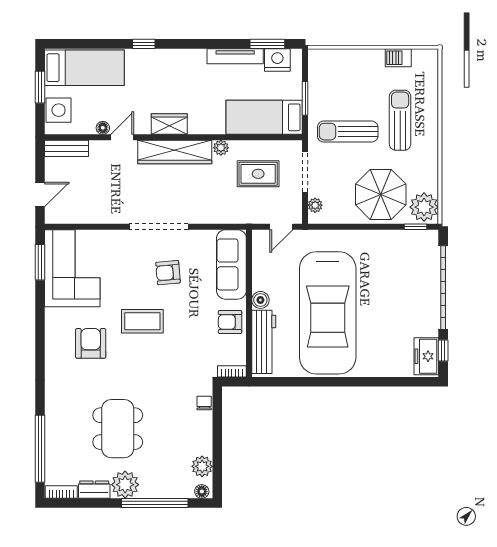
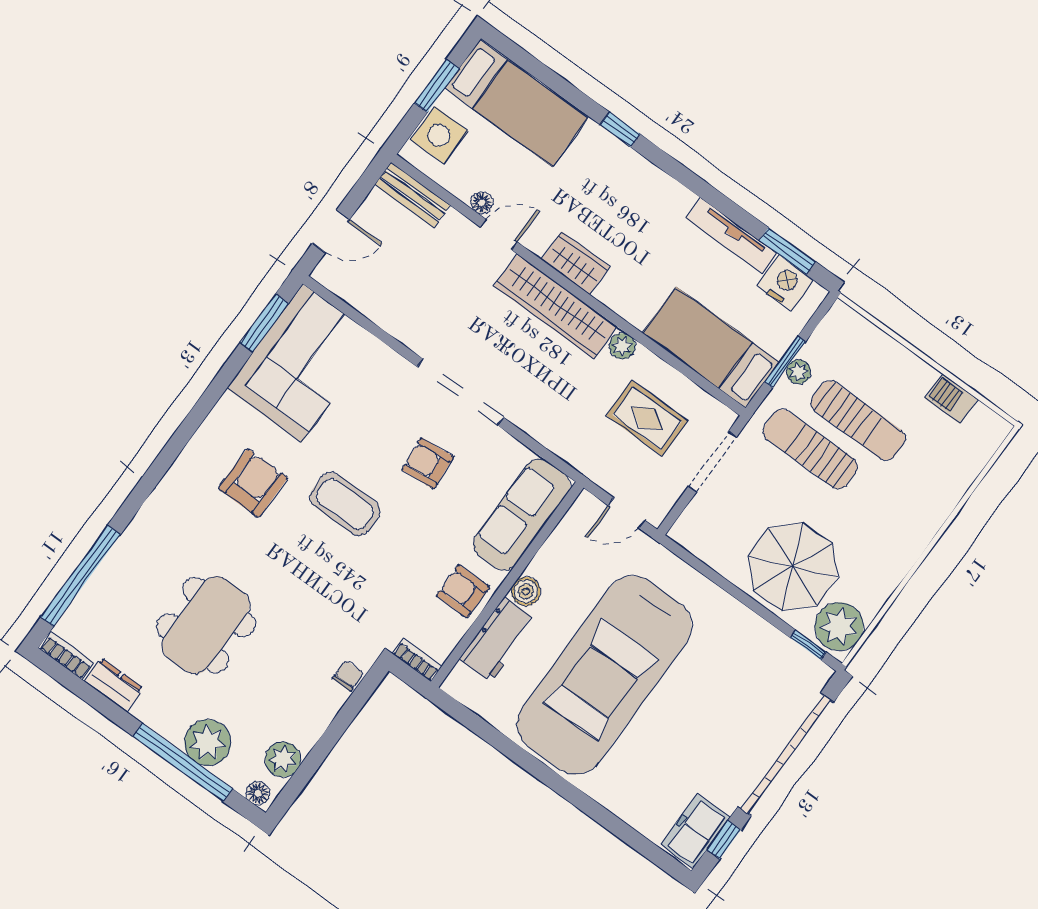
sun lounger: (400, 120) -> (858, 421), moved, turned 90
plant: (315, 205) -> (799, 372), moved
workbench: (264, 342) -> (498, 640), width x0.73
plant: (125, 485) -> (208, 742), moved

